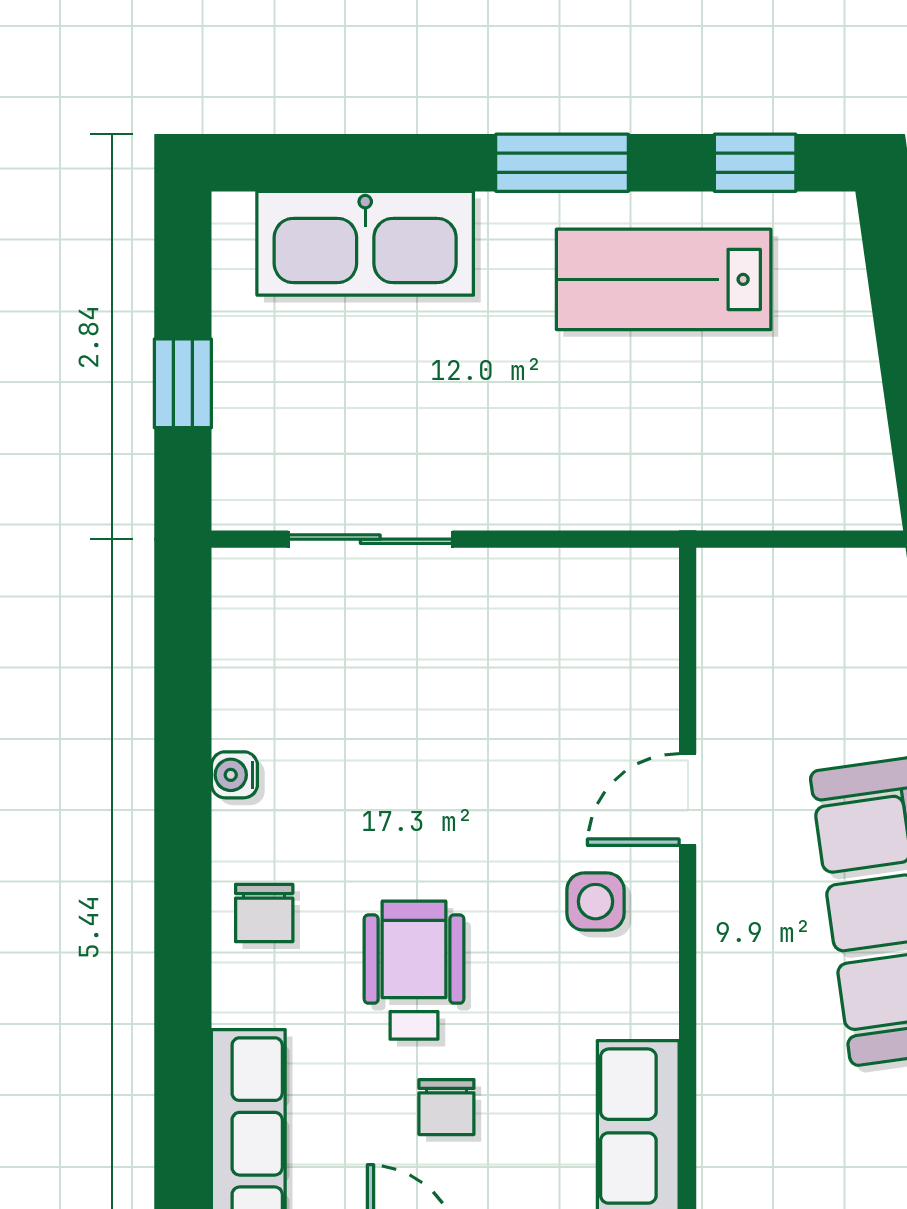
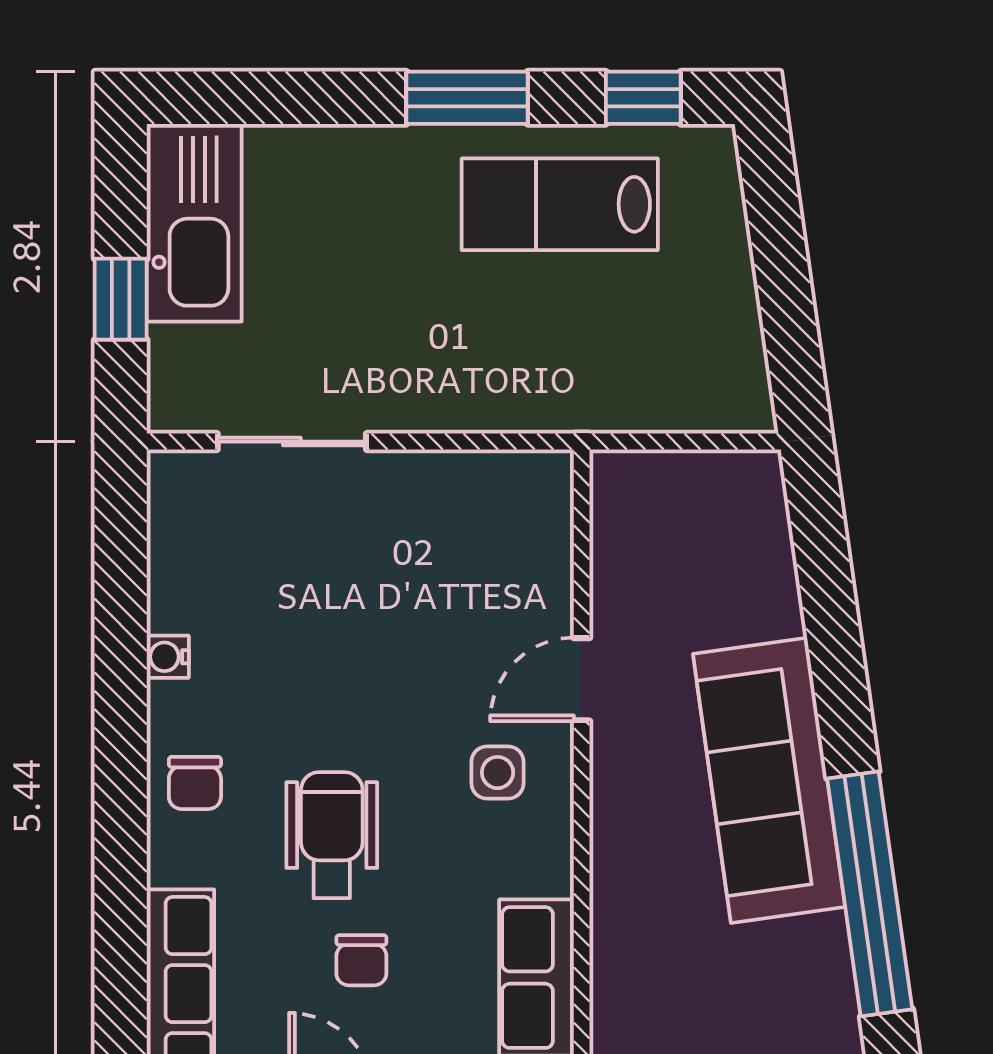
kitchen sink: (365, 243) -> (194, 223), moved, turned -90

